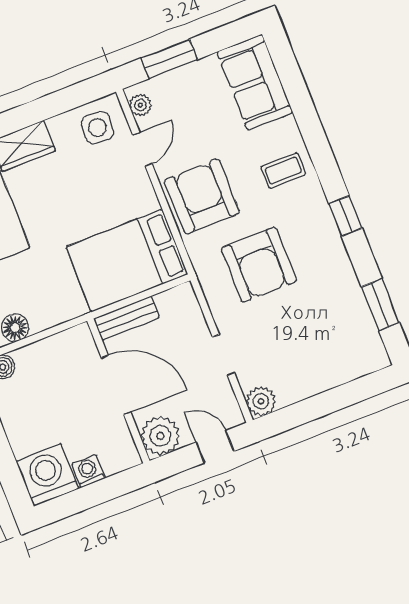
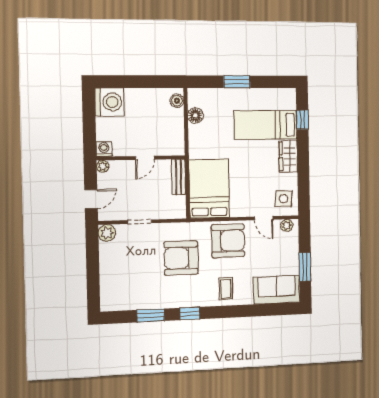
window: (169, 59) -> (305, 267), moved
window: (380, 305) -> (151, 315), moved
door: (116, 385) -> (145, 158), width x0.53
plant: (160, 436) -> (103, 166), width x0.53, depth x0.53
washing machine: (88, 471) -> (104, 149), moved, turned -90

